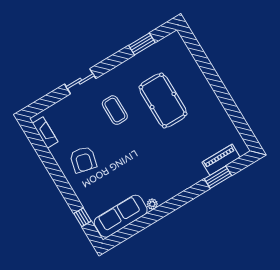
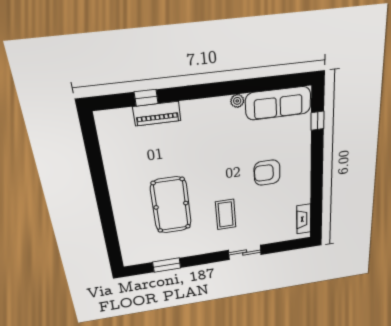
armchair: (83, 160) -> (267, 173), moved, turned -104
piano: (221, 160) -> (157, 114), moved
window: (218, 177) -> (146, 98), width x0.67

